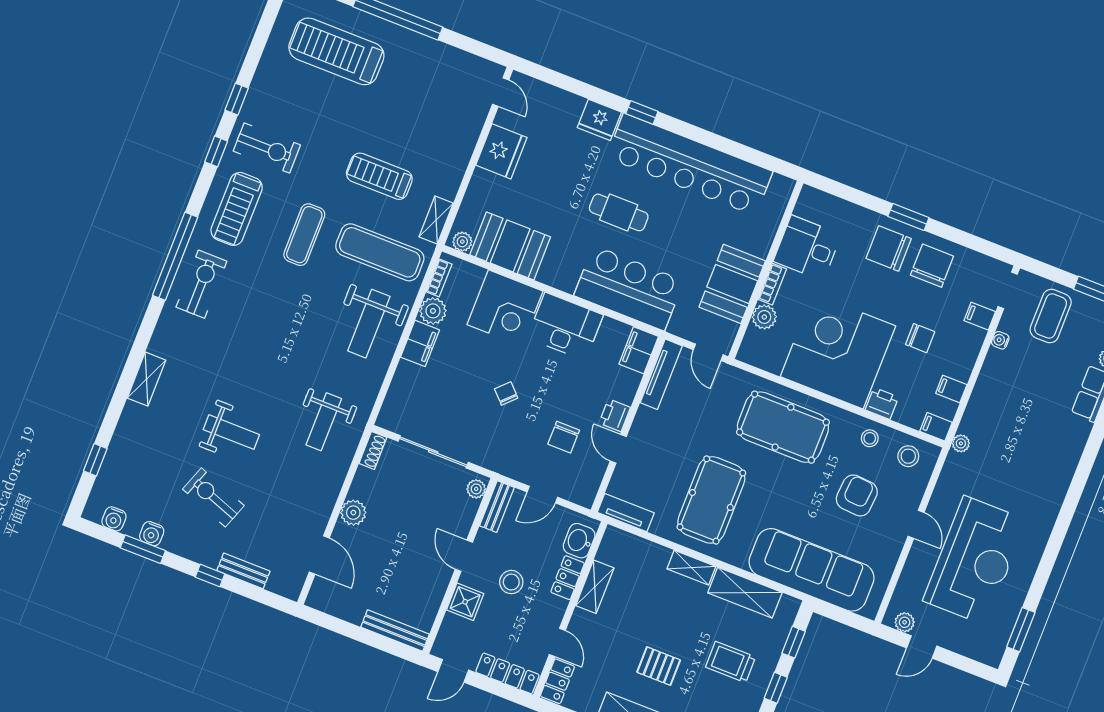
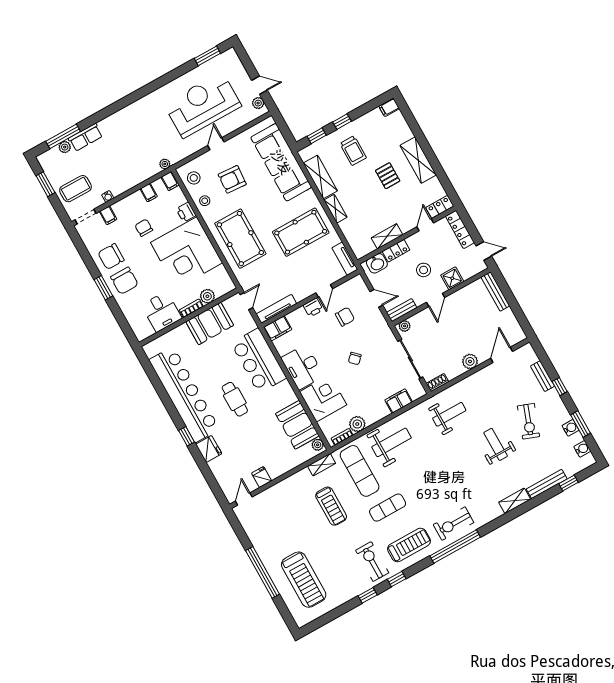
fridge: (501, 151) -> (262, 477), width x0.53, depth x0.75
filing cabinet: (420, 343) -> (399, 401), moved
bench: (123, 435) -> (547, 484), added

